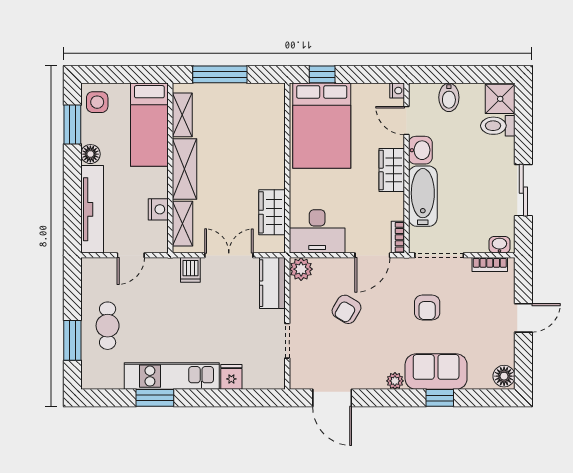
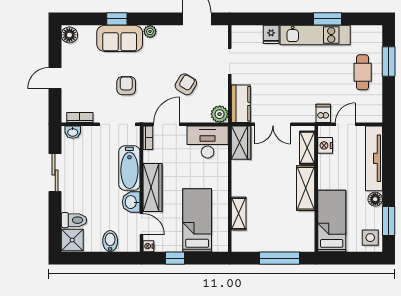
window: (322, 74) -> (175, 258), moved
shelving: (182, 115) -> (239, 213), moved
bed: (322, 126) -> (197, 220), width x0.67
wardrobe: (392, 170) -> (152, 187), width x1.50
nightstand: (158, 209) -> (325, 145), moved
wardrobe: (272, 212) -> (241, 143), moved
dishwasher: (190, 270) -> (323, 113), moved

